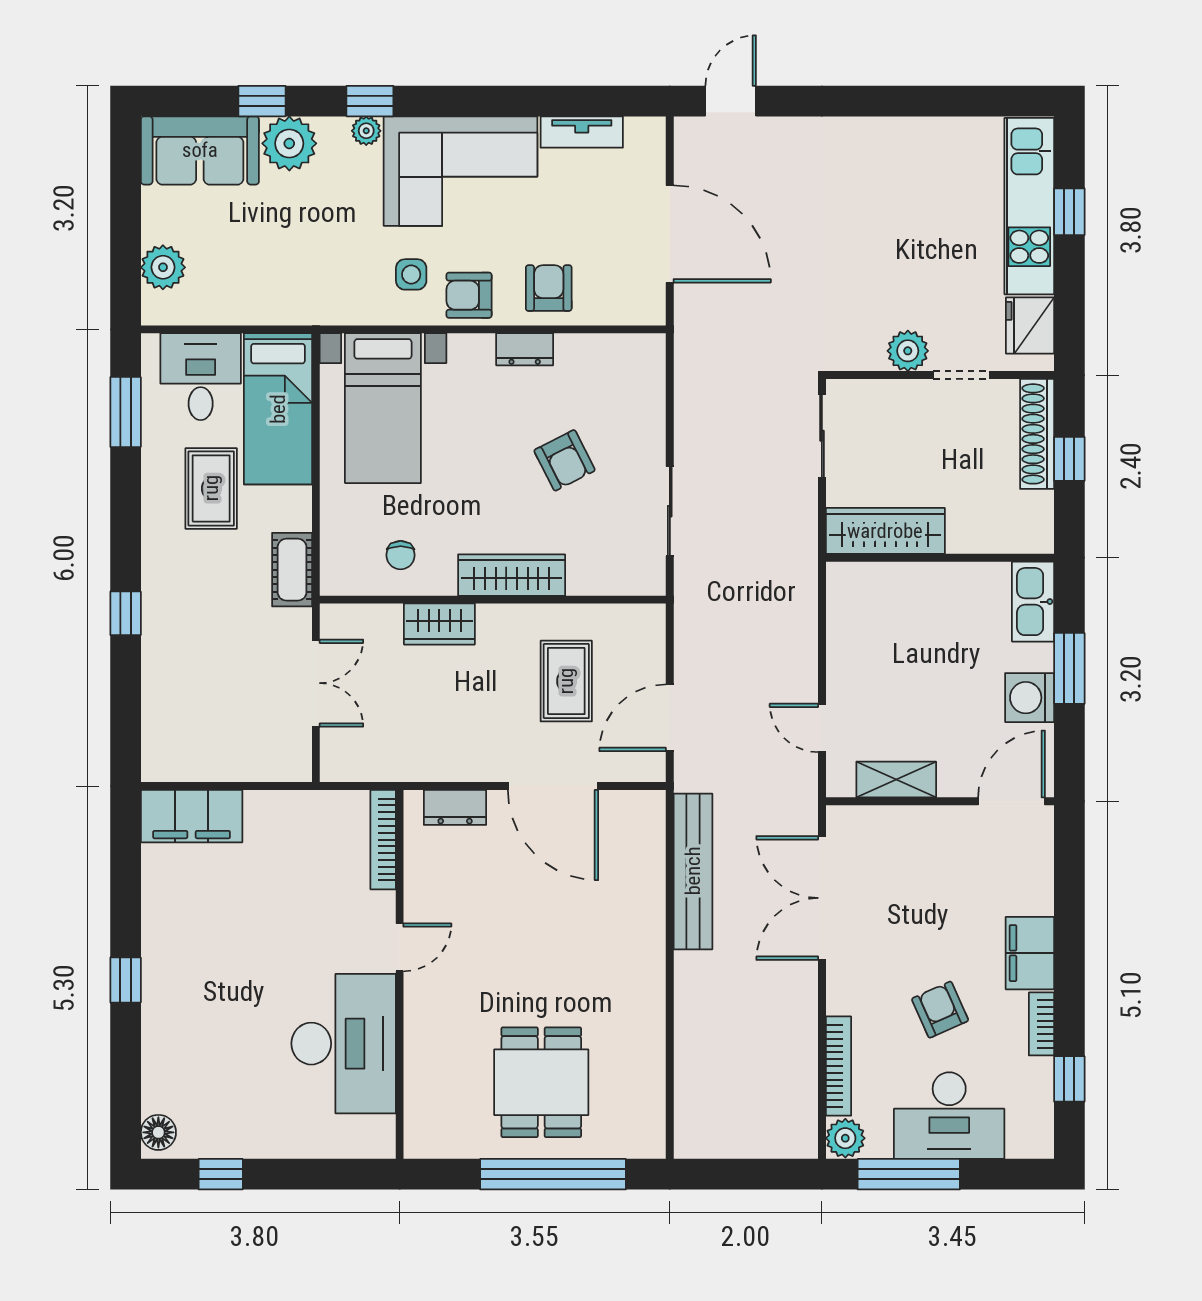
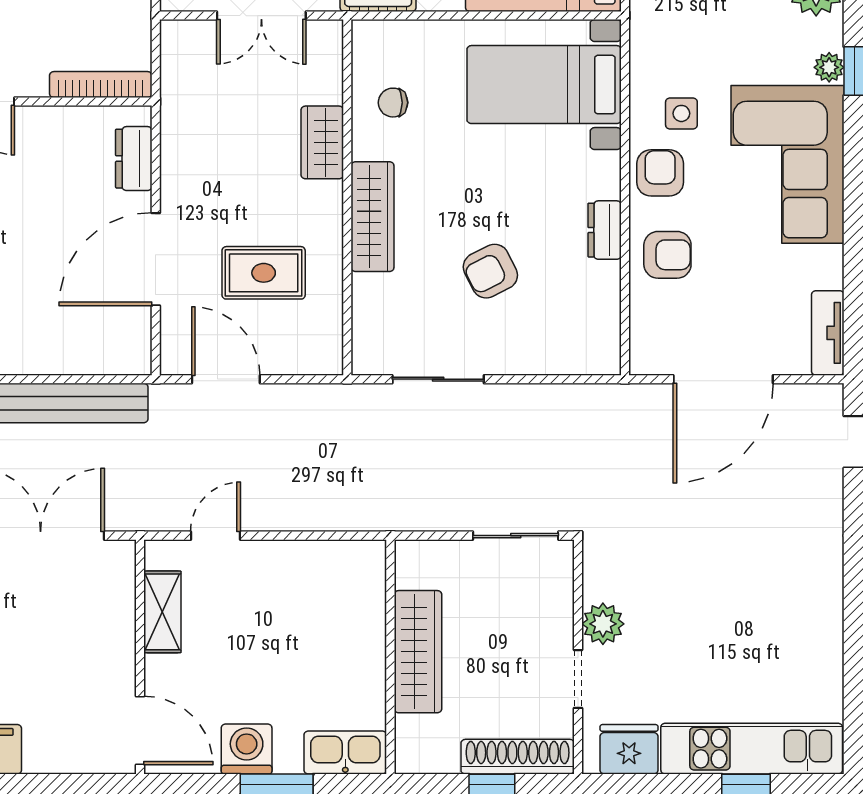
tv unit: (582, 132) -> (828, 333), moved
wardrobe: (885, 531) -> (418, 652), moved

